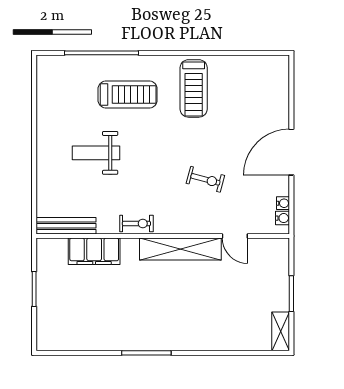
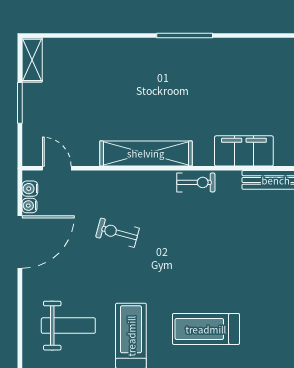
door: (291, 152) -> (20, 242), moved
weight bench: (96, 153) -> (68, 326), moved
exercise bike: (136, 224) -> (196, 182), turned 180
door: (235, 236) -> (57, 168), moved

